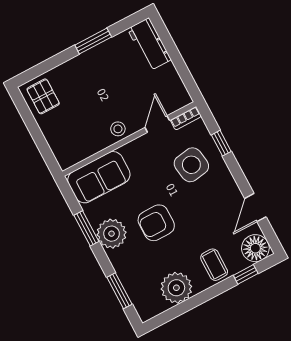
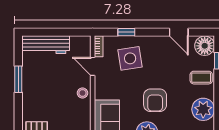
workbench: (149, 44) -> (46, 45), width x1.37

